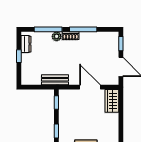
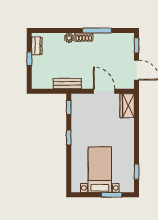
window: (48, 29) -> (60, 30), removed

